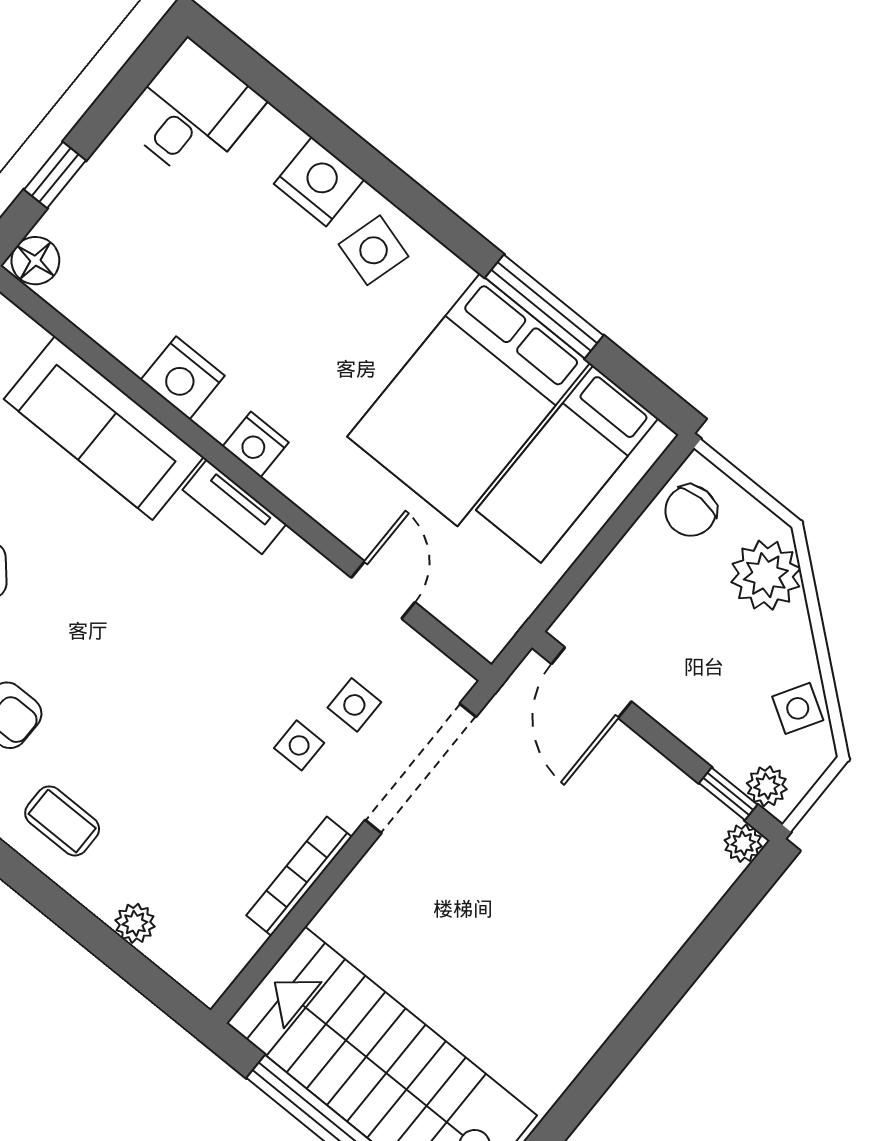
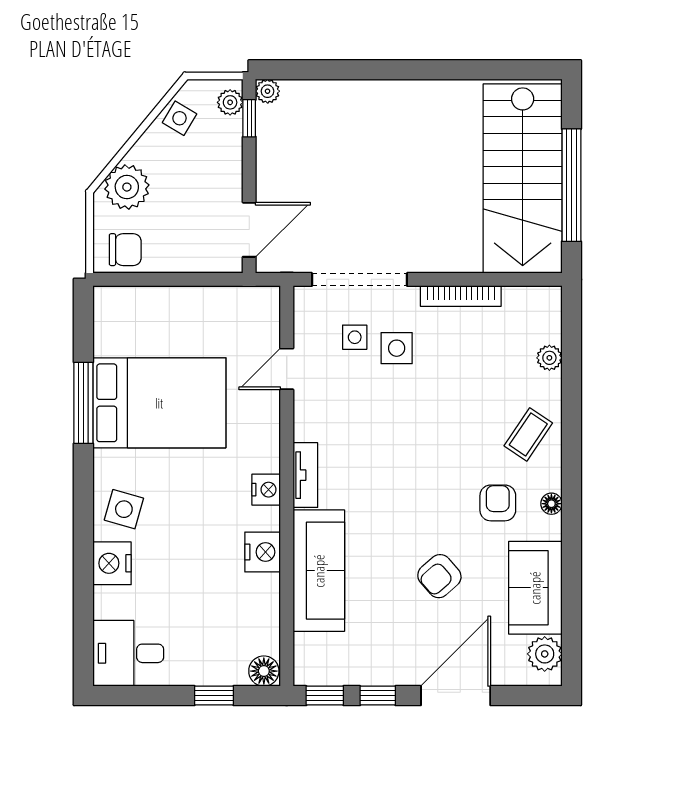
bed: (567, 464) -> (152, 329), removed
side table: (299, 745) -> (397, 348), width x1.37, depth x1.37
coffee table: (62, 821) -> (528, 434), turned 34

